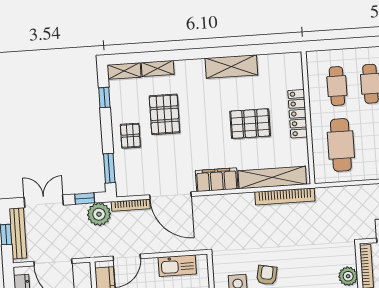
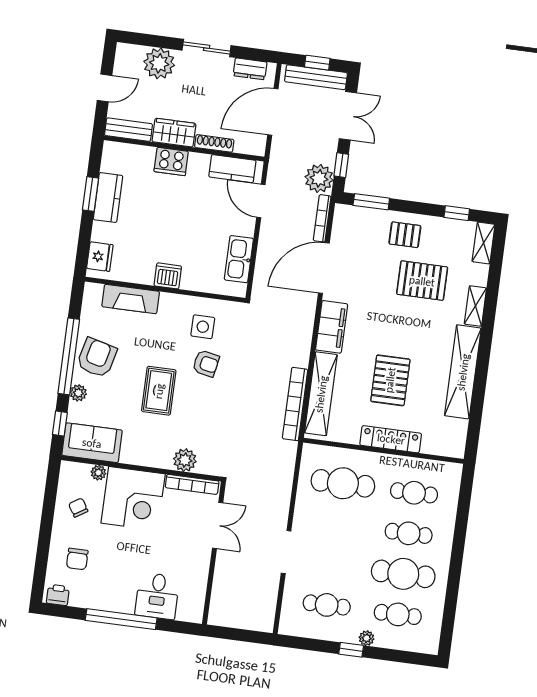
shelving: (231, 67) -> (463, 372), width x1.47
shelving: (158, 68) -> (475, 306), moved

